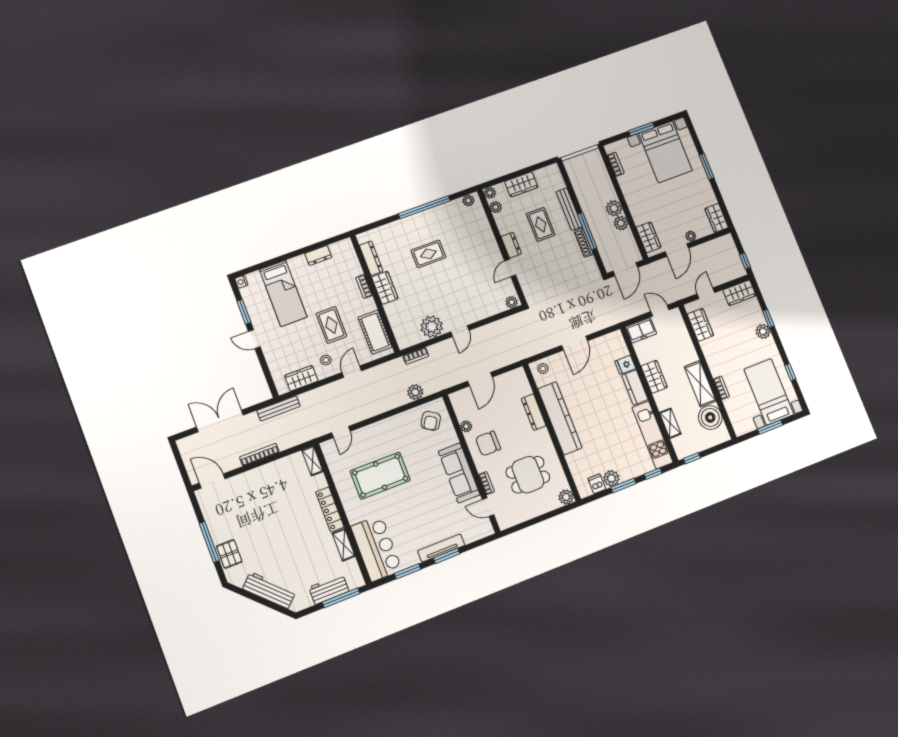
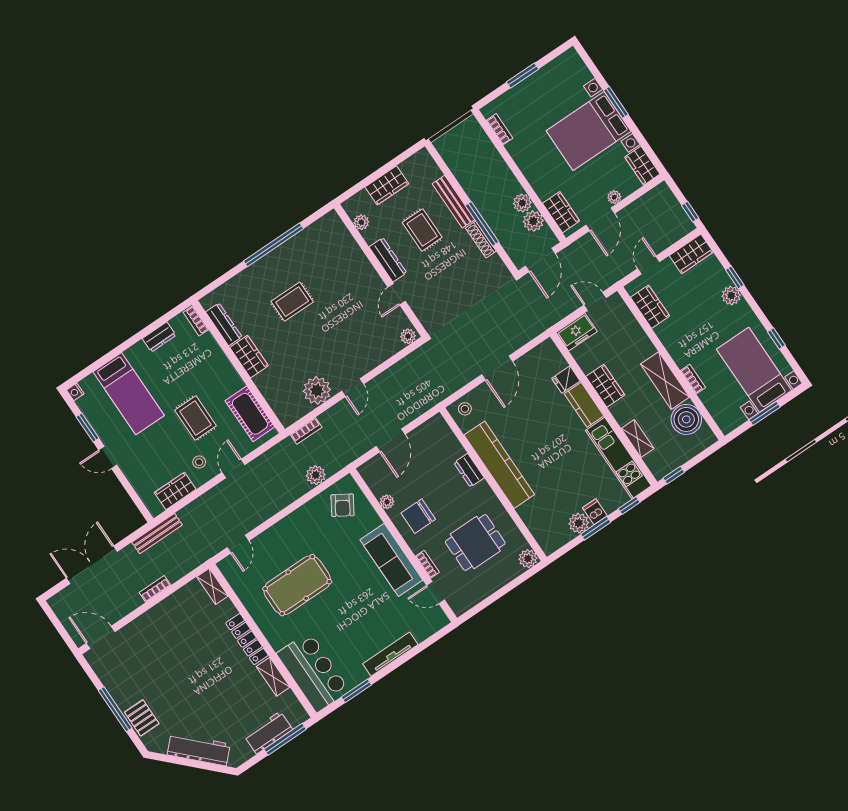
bed with nightstands: (665, 152) -> (589, 131), moved, turned 90
plant: (490, 193) -> (350, 206), removed
plant: (468, 201) -> (326, 223), removed
plant: (614, 208) -> (533, 221), moved
dresser: (511, 245) -> (388, 260), width x1.44
bookcase: (364, 287) -> (196, 321), moved
dresser: (534, 412) -> (469, 470), width x0.70
bookcase: (259, 455) -> (155, 589), width x0.64
dishwasher: (597, 484) -> (595, 512), moved
window: (447, 556) -> (399, 662), removed

